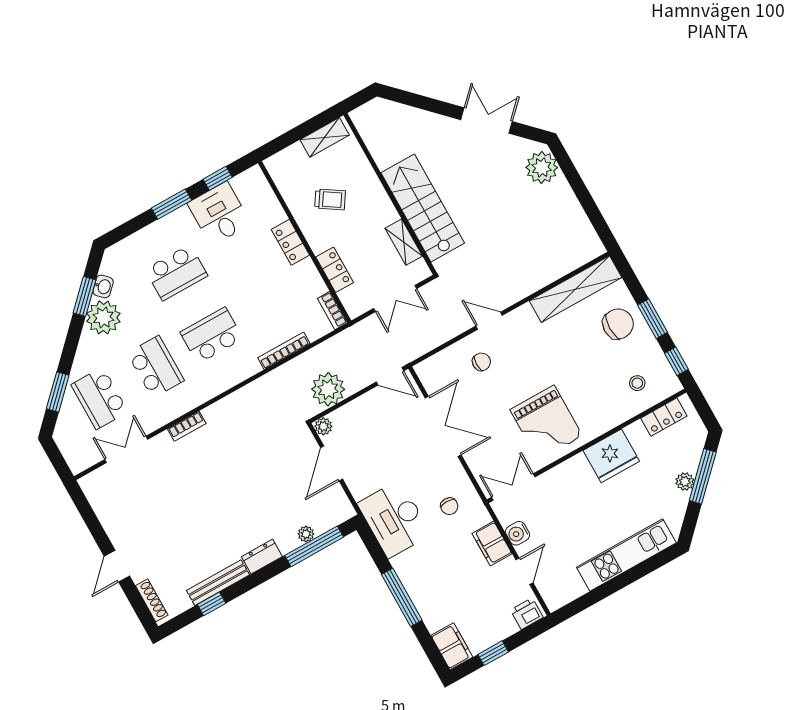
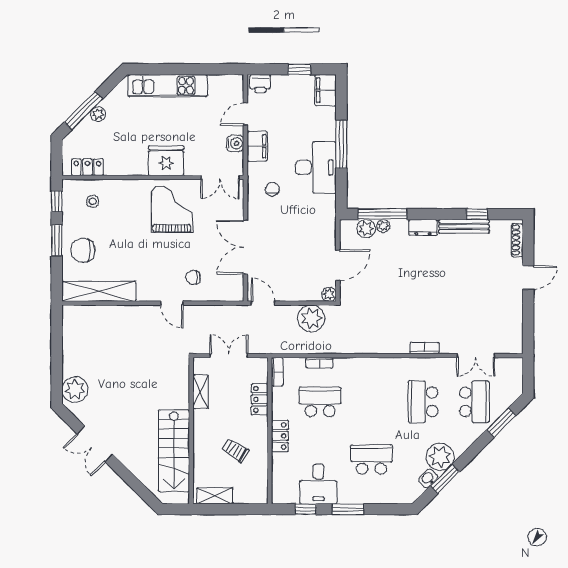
stairs: (423, 208) -> (174, 451), moved
school desk: (212, 335) -> (320, 402), moved, turned 180
bookcase: (284, 351) -> (319, 363), width x0.64
fridge: (611, 456) -> (166, 161), moved
desk: (394, 519) -> (316, 167), moved
plant: (323, 521) -> (366, 229), added

